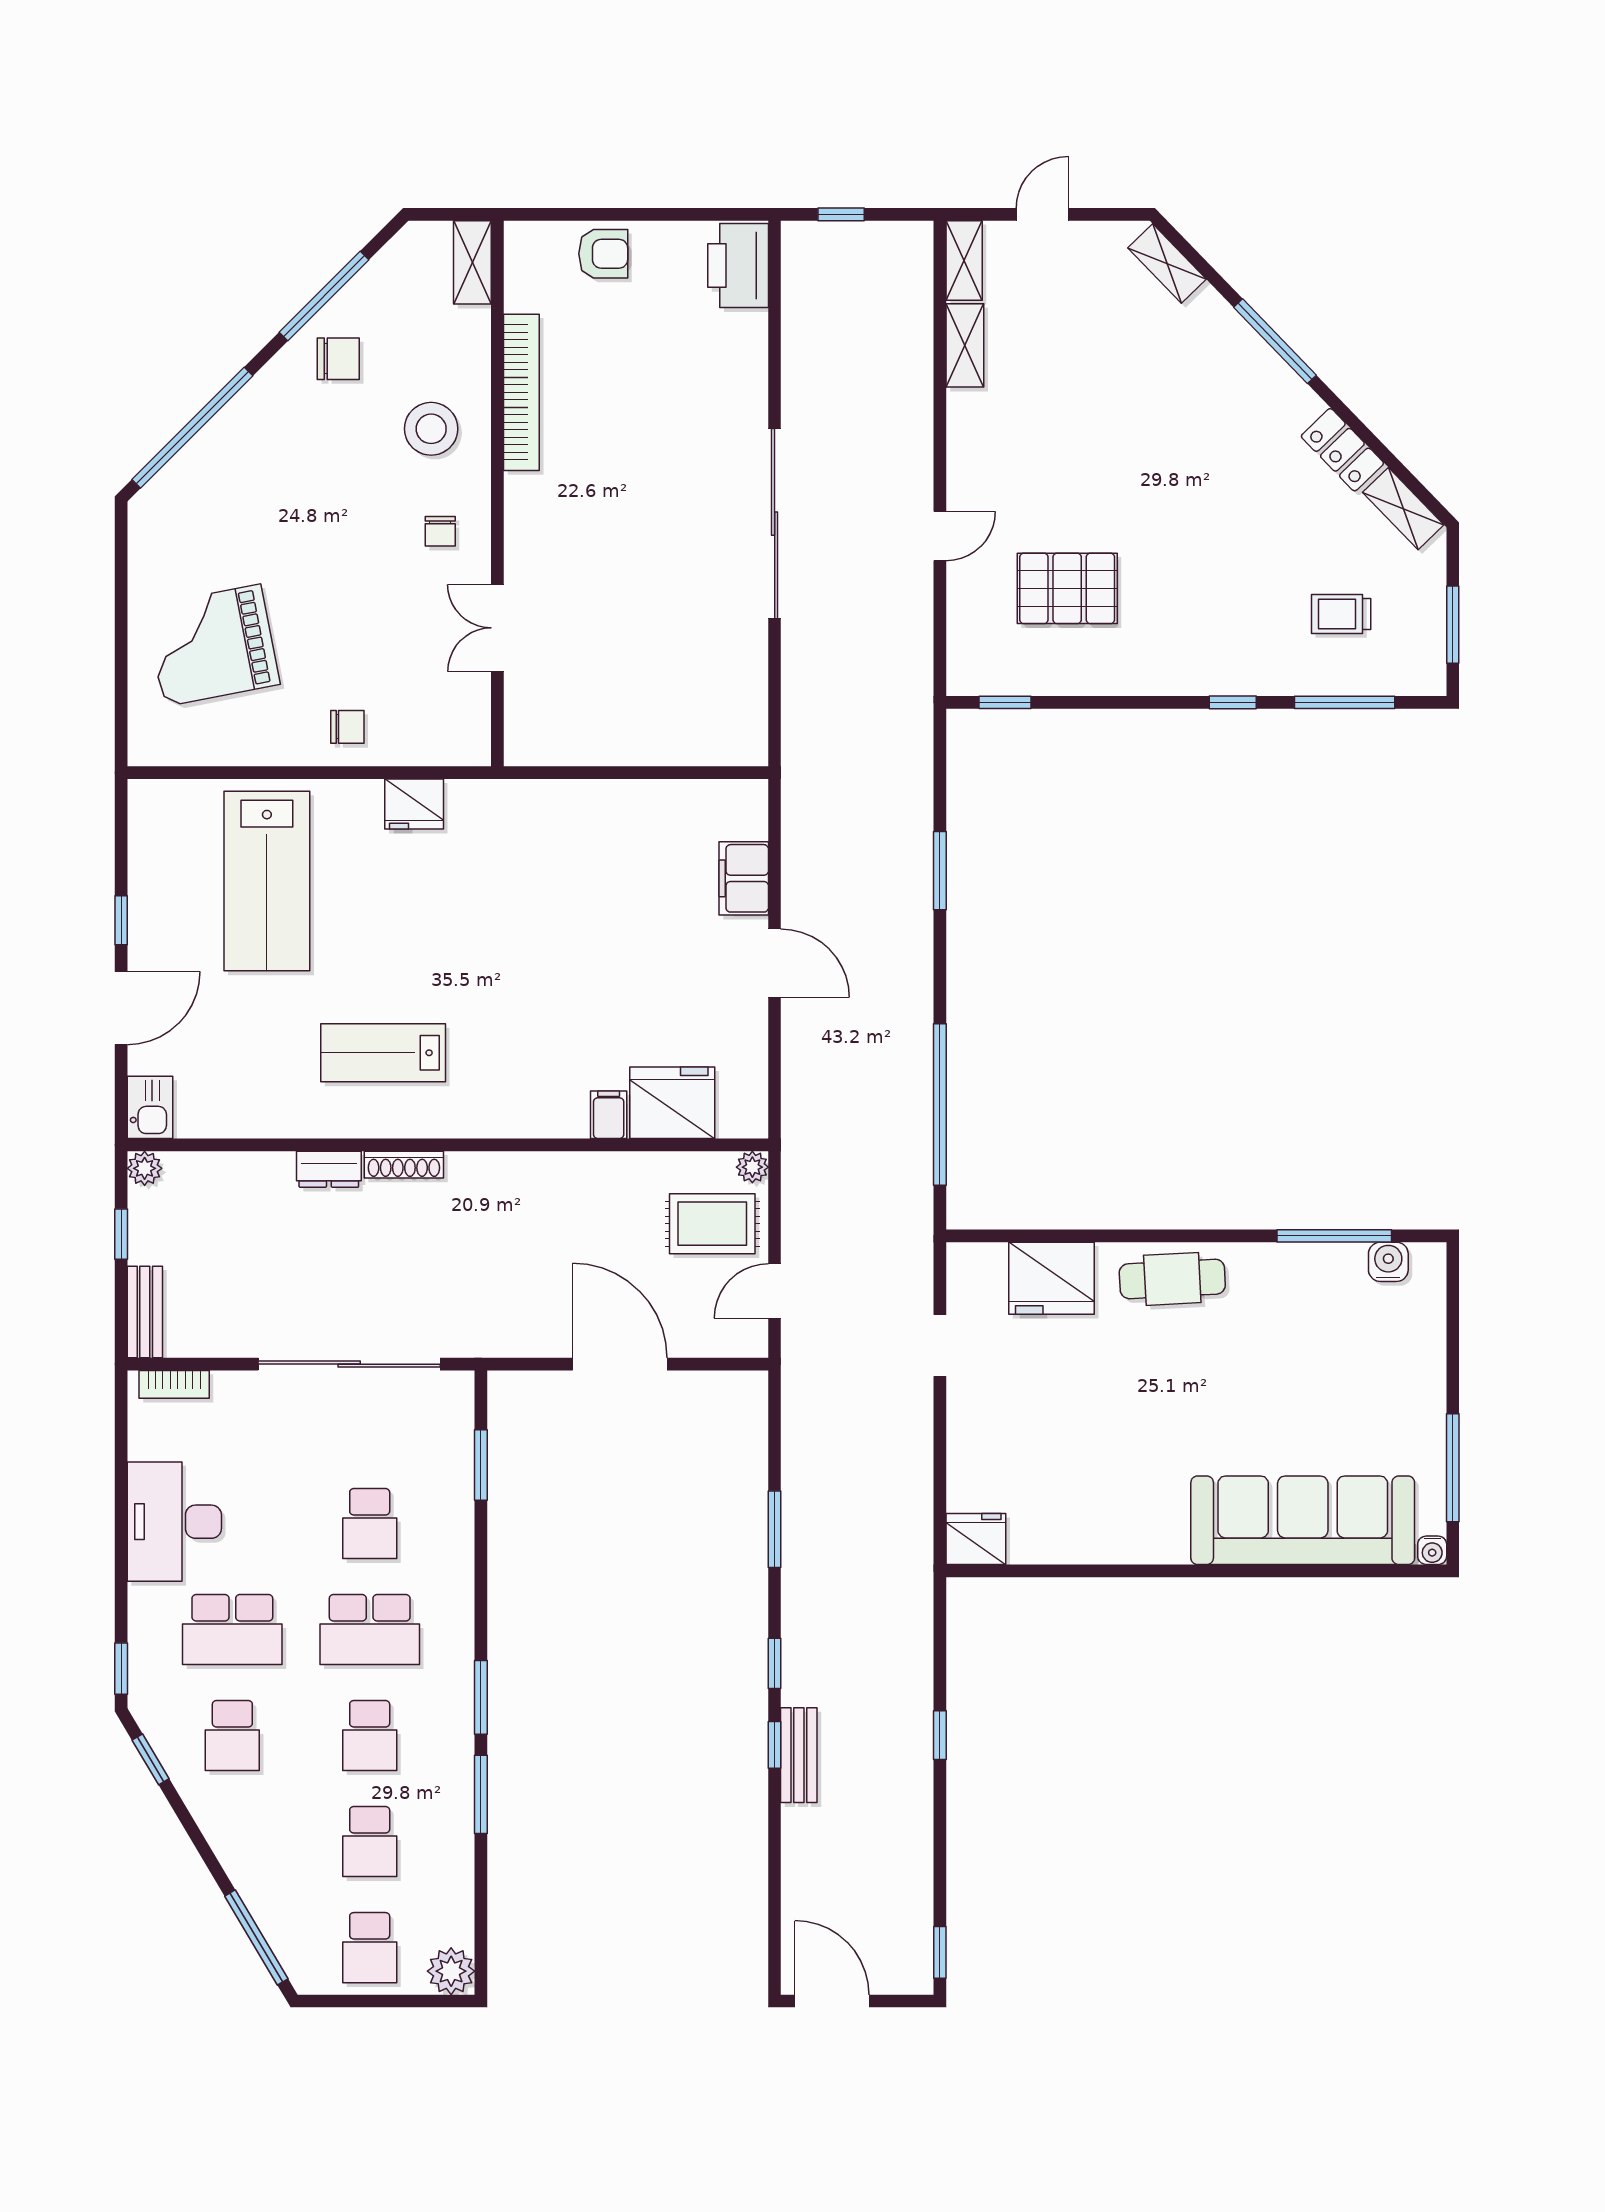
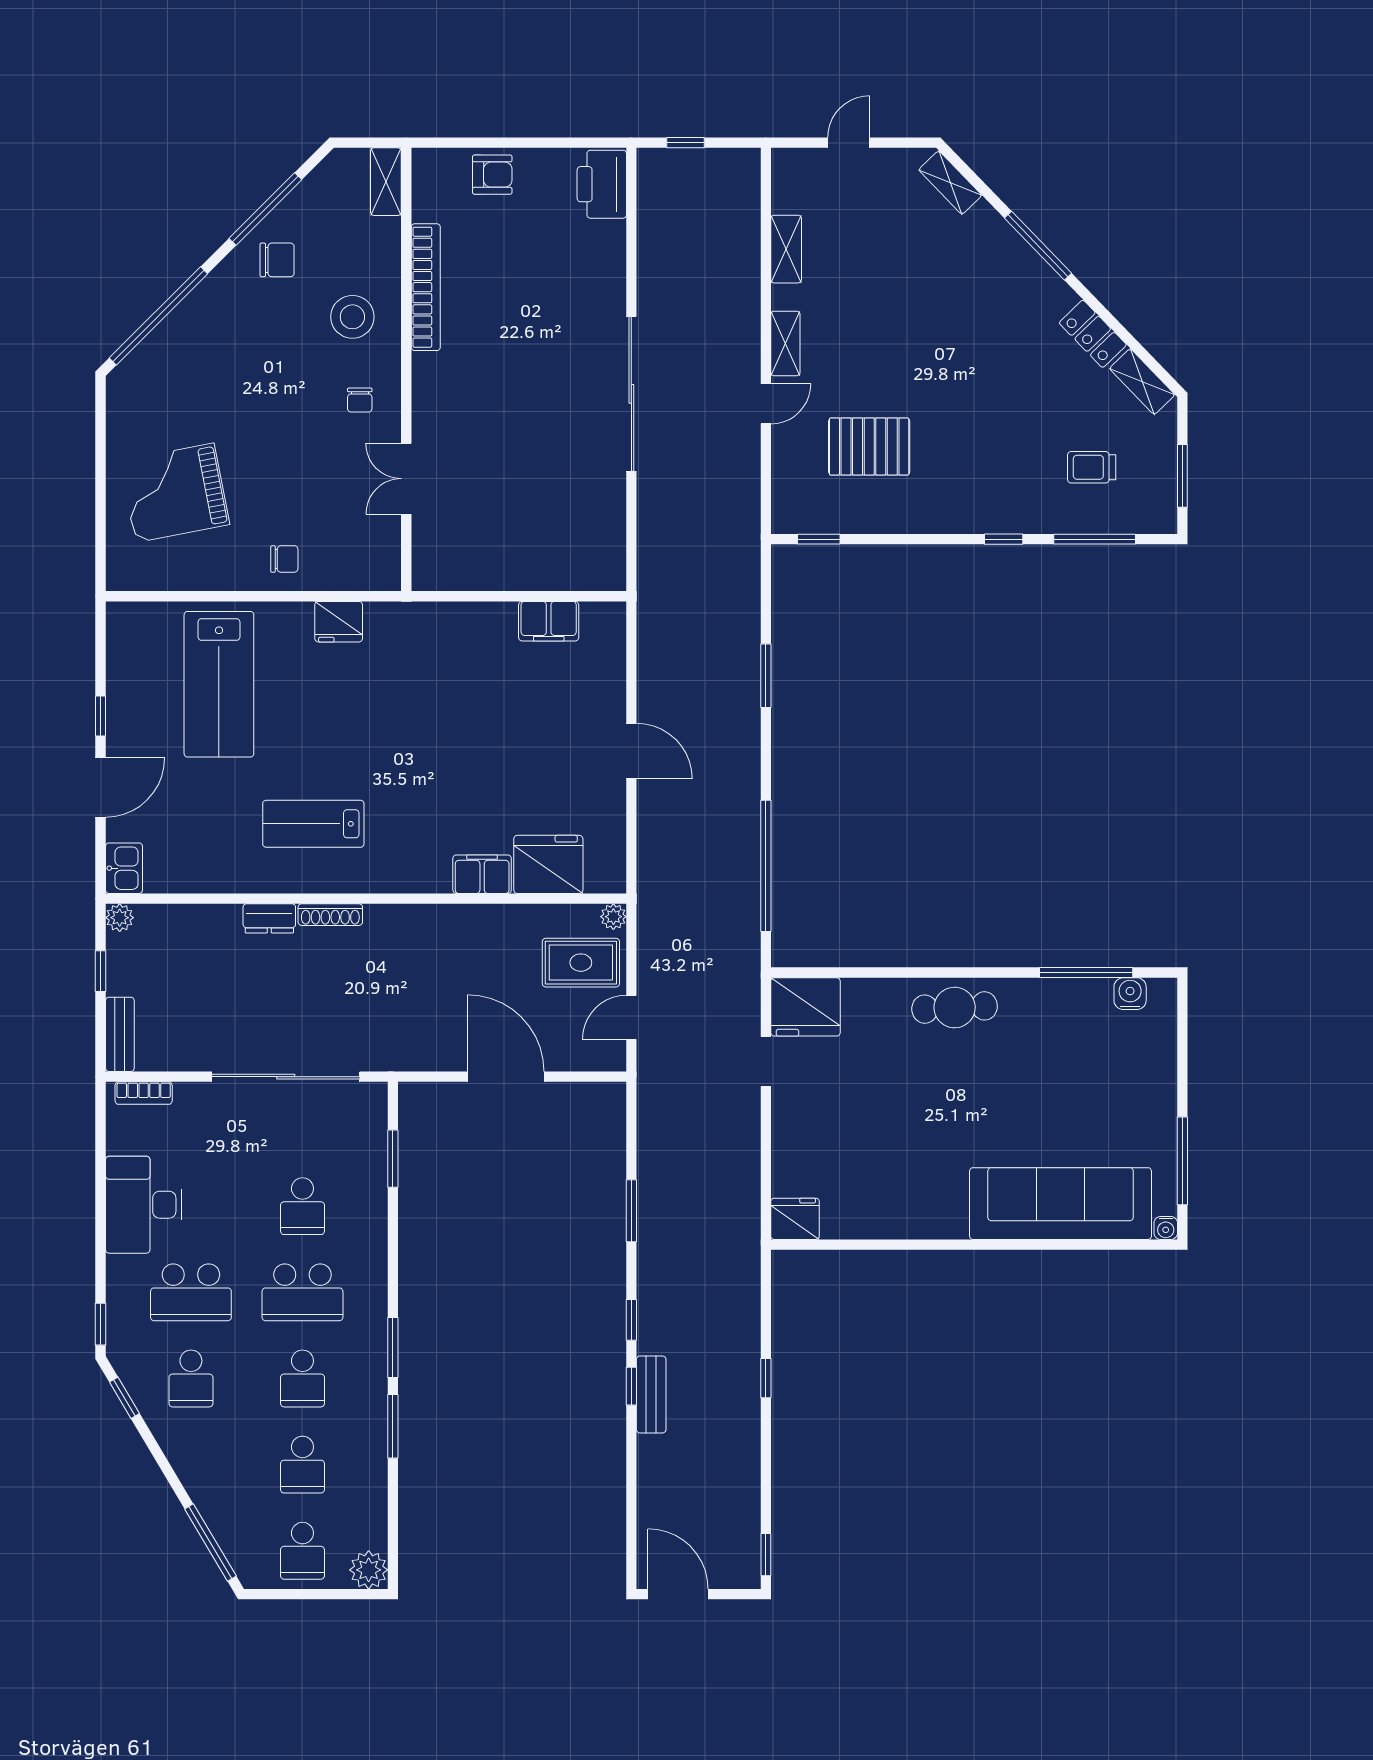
shelving: (964, 260) -> (785, 343), moved
filing cabinet: (744, 878) -> (549, 621), moved, turned -90
filing cabinet: (609, 1115) -> (482, 874), width x2.00
fridge: (1051, 1278) -> (805, 1007), moved

